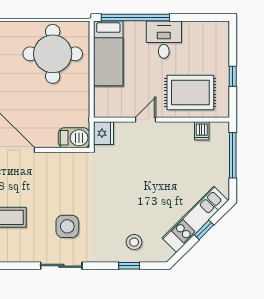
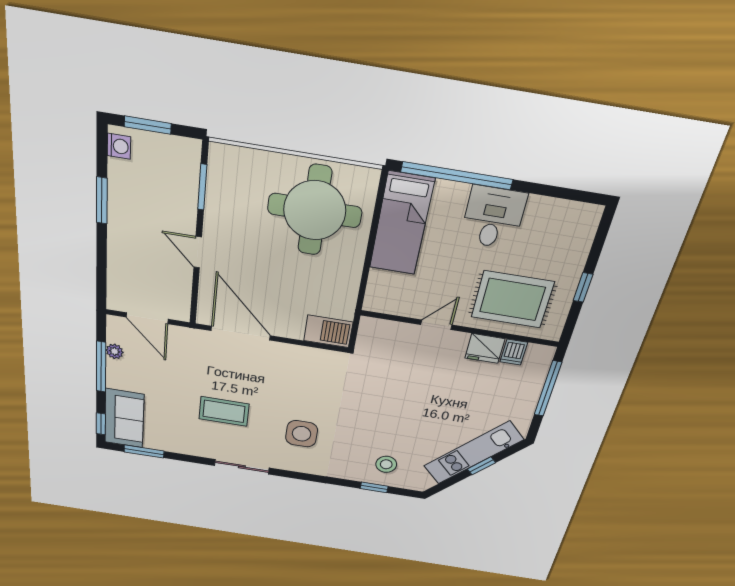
fridge: (104, 133) -> (485, 348), moved, turned 90
sliding door: (61, 266) -> (242, 467), moved

